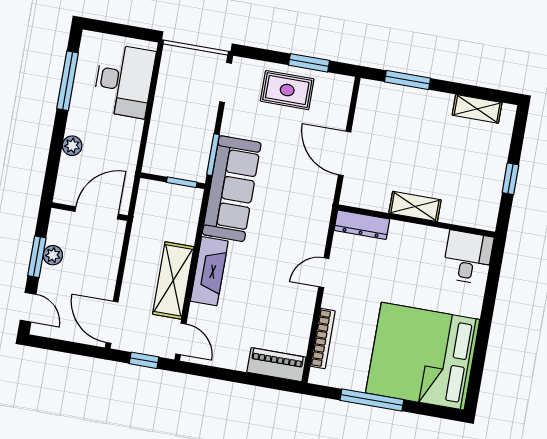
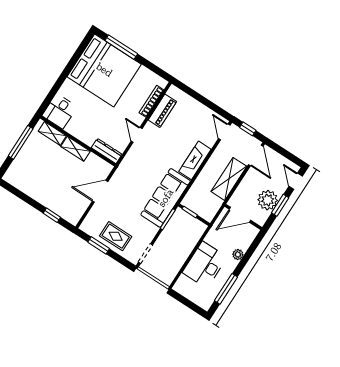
window: (407, 80) -> (52, 215), width x0.67
desk: (124, 81) -> (205, 265), moved
shelving: (477, 109) -> (52, 133), moved
door: (345, 153) -> (100, 191), swing flipped
window: (510, 179) -> (21, 142), width x2.17
plant: (53, 255) -> (268, 200), width x1.88, depth x1.88
door: (324, 273) -> (137, 135), swing flipped
shelving: (173, 280) -> (229, 179), moved
piano: (276, 365) -> (162, 111), moved, turned -90
window: (372, 400) -> (121, 47), moved

